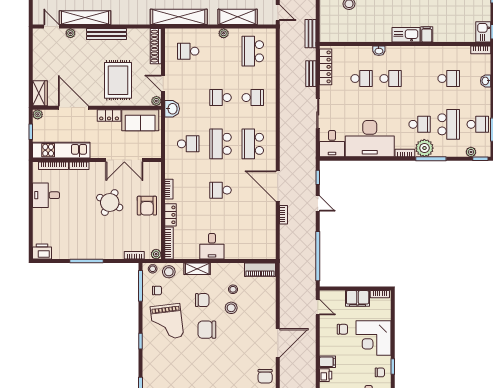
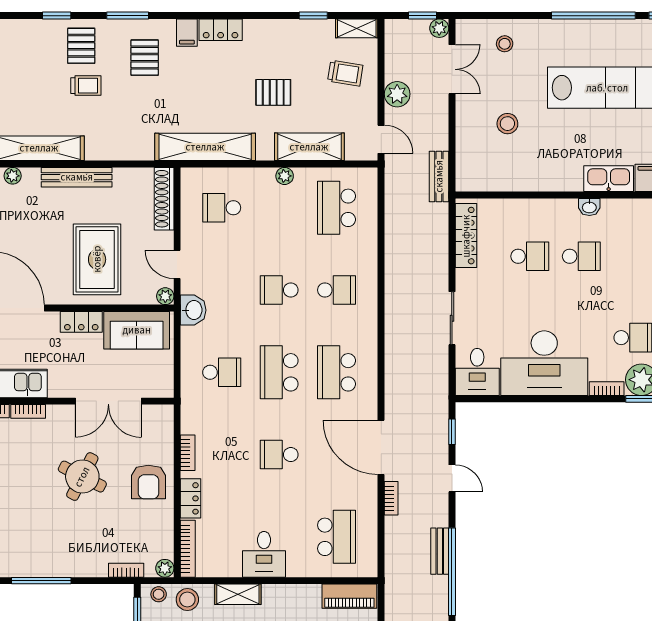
washbasin: (379, 51) -> (589, 207), moved
bench: (311, 74) -> (440, 551), moved
school desk: (253, 236) -> (337, 537), added

